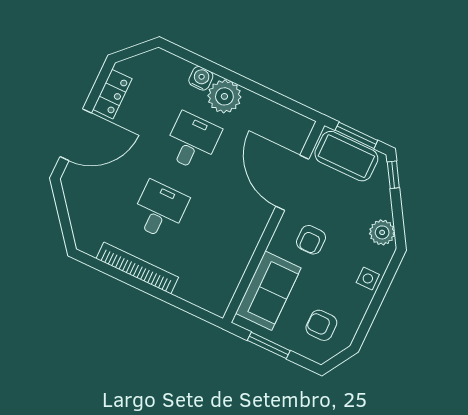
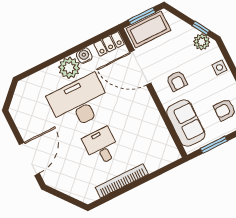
water cooler: (201, 78) -> (84, 56), moved
locker: (112, 94) -> (109, 44), moved, turned 90
desk: (192, 141) -> (79, 102), width x1.87, depth x1.30
window: (393, 175) -> (201, 28), moved

